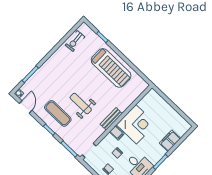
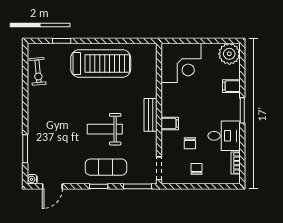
door: (26, 107) -> (52, 186), swing flipped
exercise mat: (58, 113) -> (106, 167), moved
corner desk: (136, 124) -> (181, 63), moved, turned 90
plant: (182, 126) -> (229, 54), added
filing cabinet: (170, 141) -> (231, 86), width x0.50

